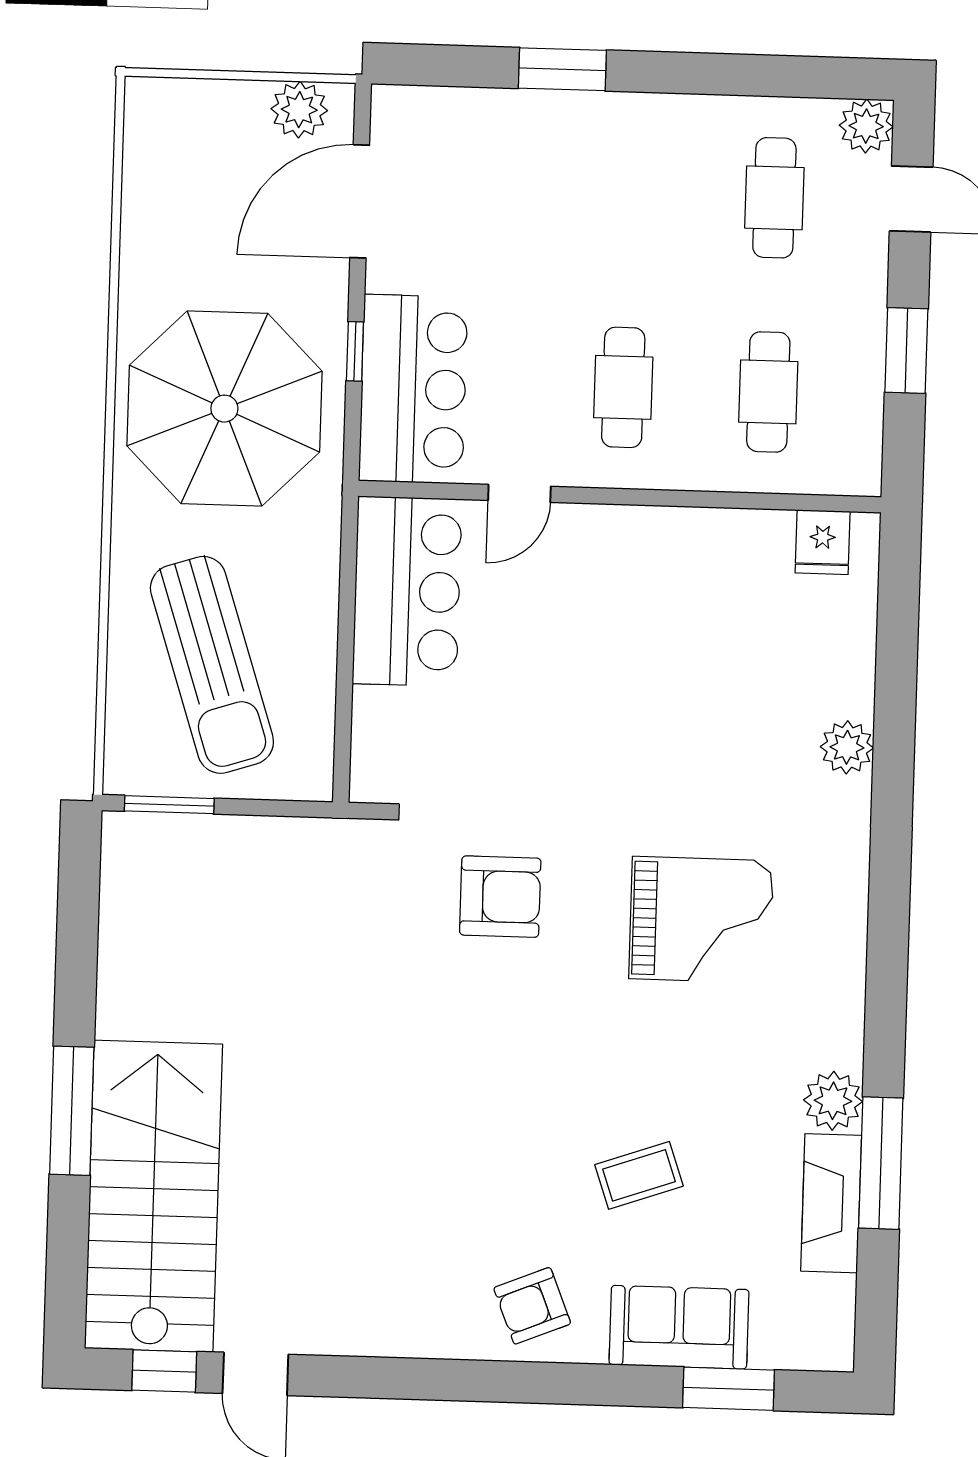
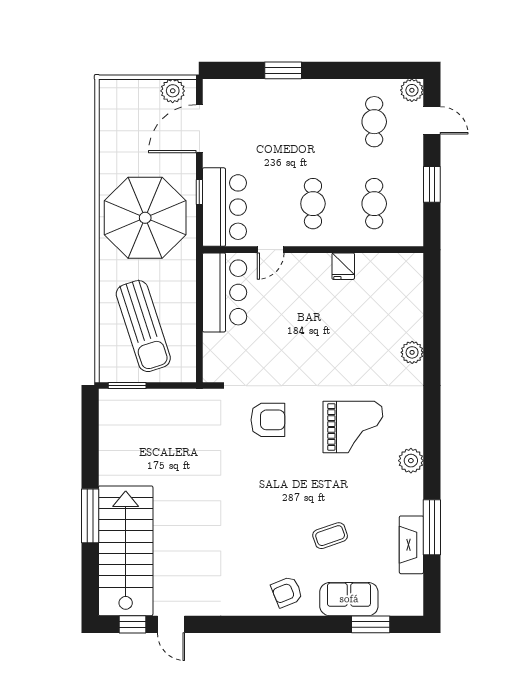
fridge: (823, 542) -> (343, 266), moved
plant: (833, 1101) -> (411, 461), moved

